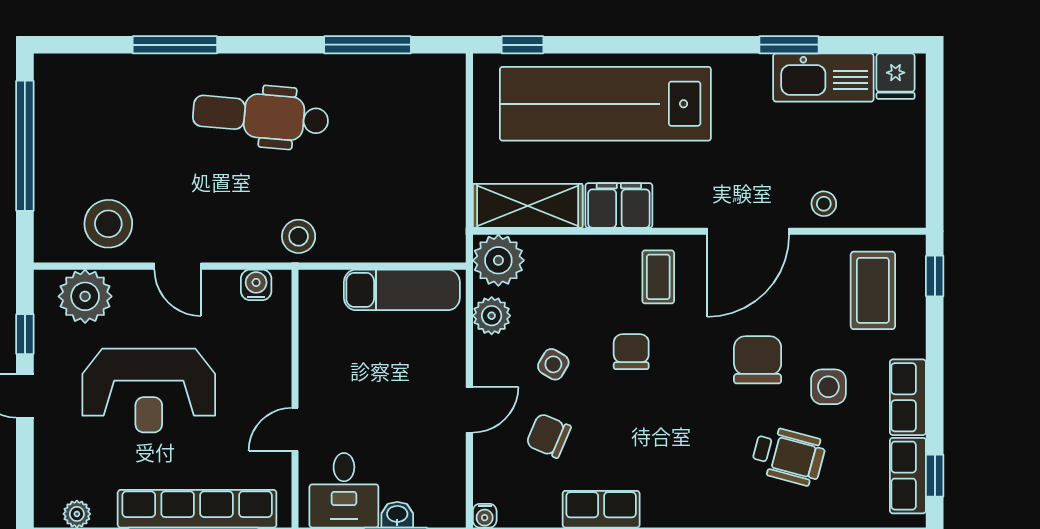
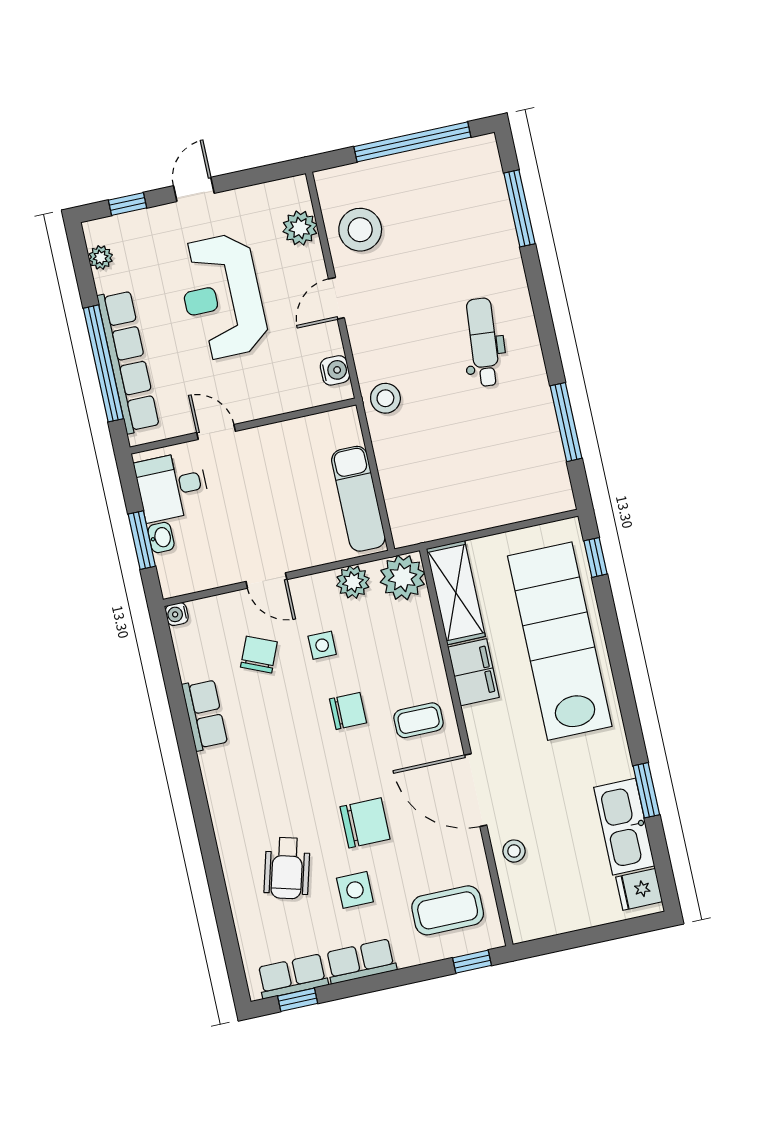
window: (175, 45) -> (519, 208), moved
dental chair: (261, 116) -> (483, 342), width x0.73, depth x0.72
plant: (85, 296) -> (300, 228), width x0.73, depth x0.73
window: (25, 334) -> (127, 204), moved
side table: (553, 364) -> (322, 645), turned -31

